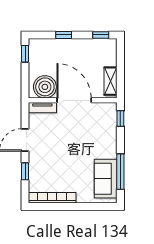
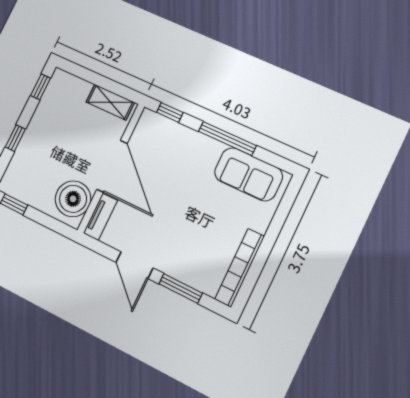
door: (74, 100) -> (112, 166), swing flipped
window: (25, 171) -> (181, 288), width x1.50
window: (120, 172) -> (227, 138), moved

